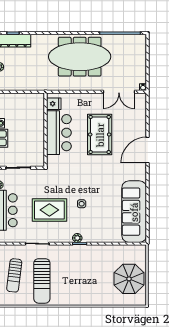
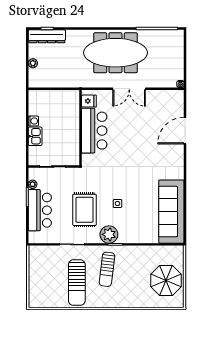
double door: (119, 92) -> (129, 89), moved
pool table: (100, 135) -> (136, 133), removed
door: (148, 150) -> (185, 131), moved
rug: (49, 210) -> (84, 210), turned 90
plant: (77, 238) -> (109, 234), width x1.87, depth x1.87
sun lounger: (14, 275) -> (107, 269), moved

